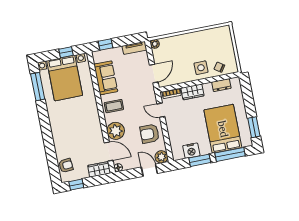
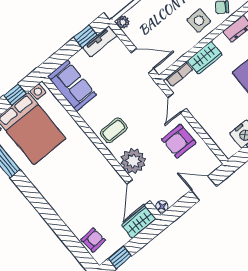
window: (105, 45) -> (86, 36), moved
door: (154, 74) -> (142, 61), hinge flipped
sofa: (106, 78) -> (72, 86), moved
door: (161, 110) -> (177, 103), hinge flipped
door: (109, 151) -> (138, 192), swing flipped
plant: (161, 157) -> (210, 163), removed

